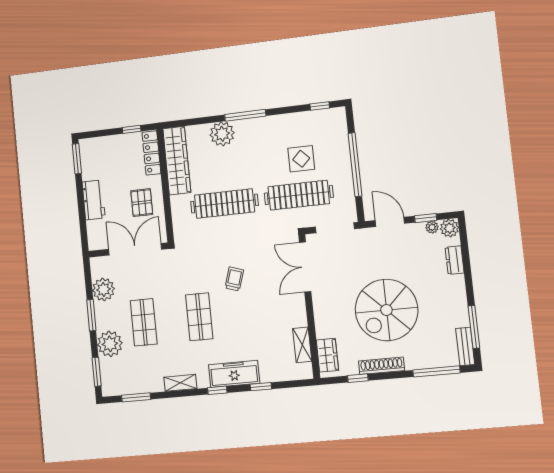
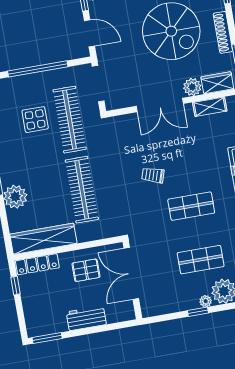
door: (390, 222) -> (89, 33), swing flipped
double door: (305, 267) -> (160, 105), moved
plant: (103, 289) -> (206, 301), moved, width x0.53, depth x0.53
window: (91, 315) -> (198, 312), width x0.67
plant: (325, 328) -> (192, 87), added

